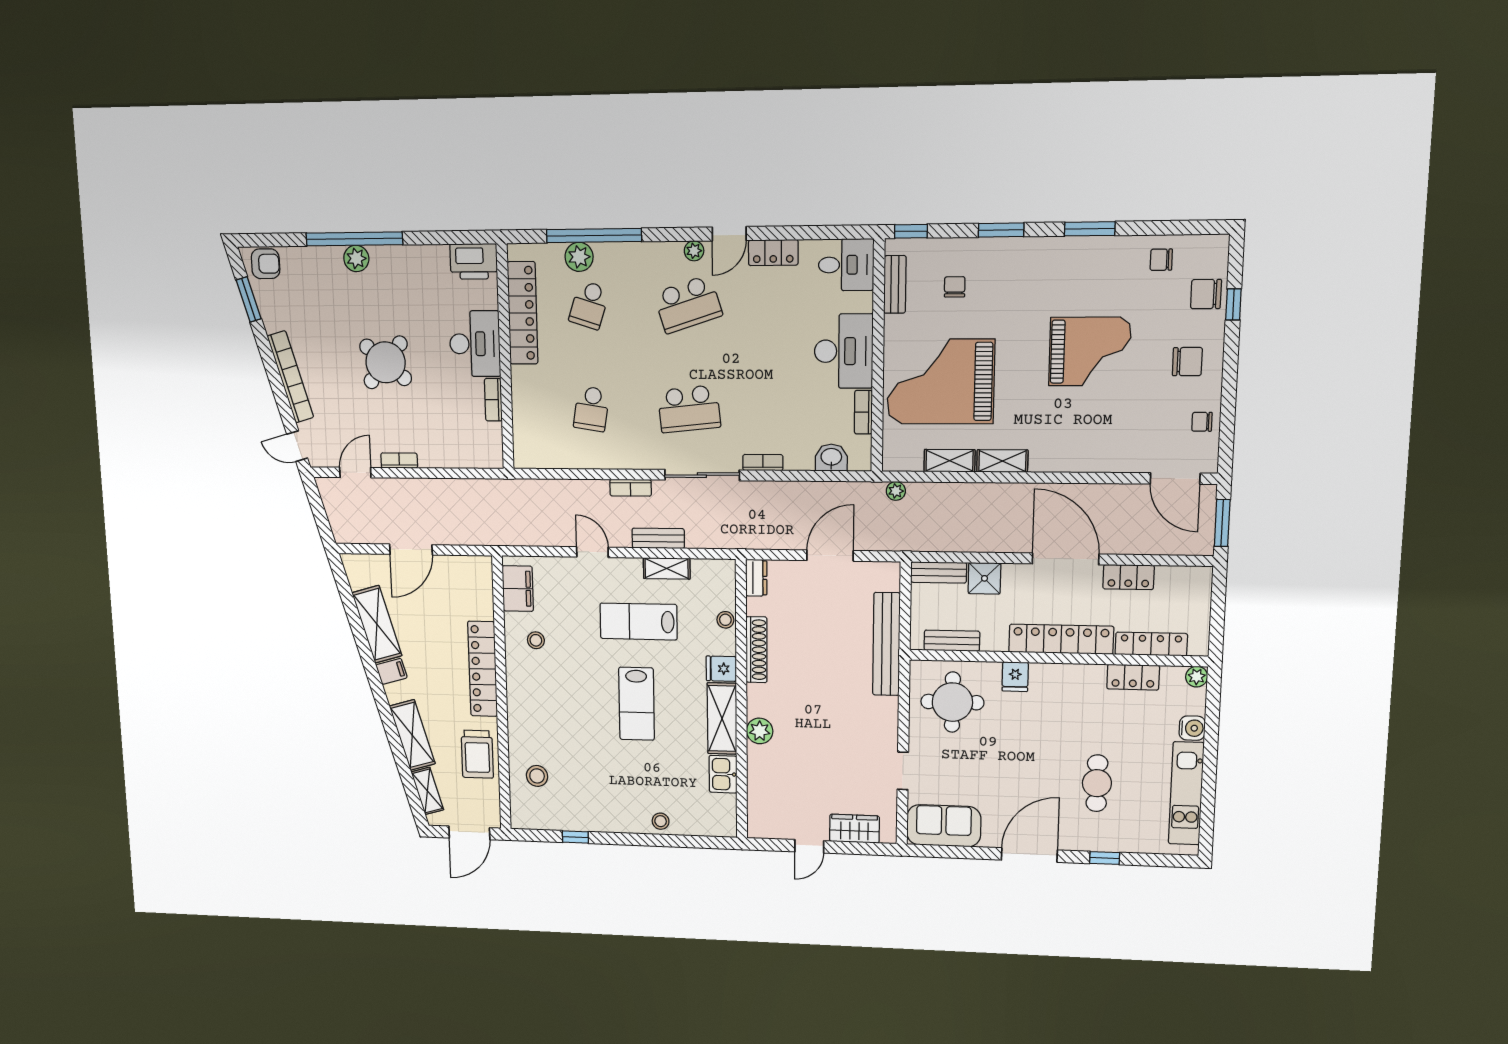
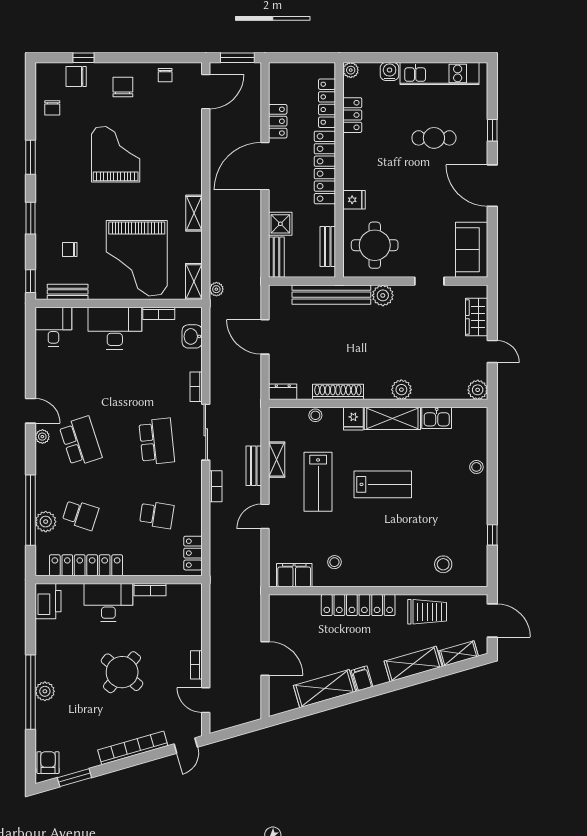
locker: (773, 253) -> (193, 553), moved, turned 180
chair: (1206, 294) -> (76, 76), turned 90
shelving: (950, 461) -> (194, 281), moved
plant: (884, 711) -> (383, 295), added
plant: (760, 826) -> (478, 390), added

